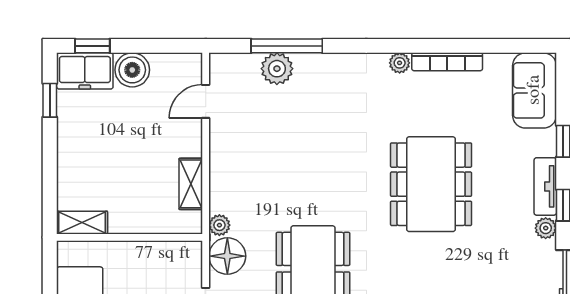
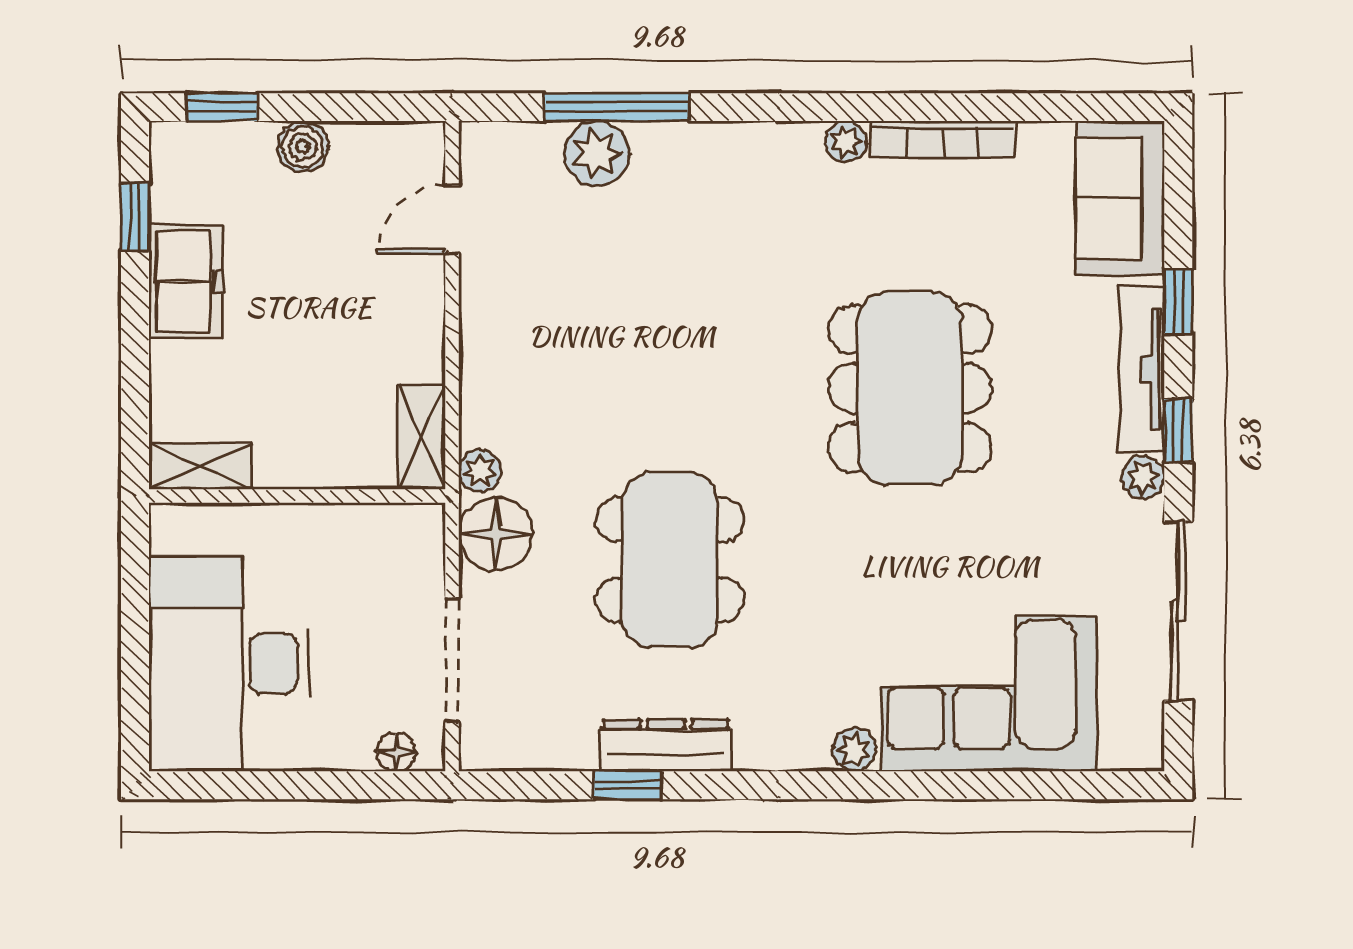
boiler: (132, 70) -> (303, 147), width x0.73, depth x0.73
freezer: (85, 71) -> (186, 282), moved, turned -90
shelving: (191, 184) -> (422, 437), moved
tv unit: (545, 186) -> (1142, 369), width x1.41

